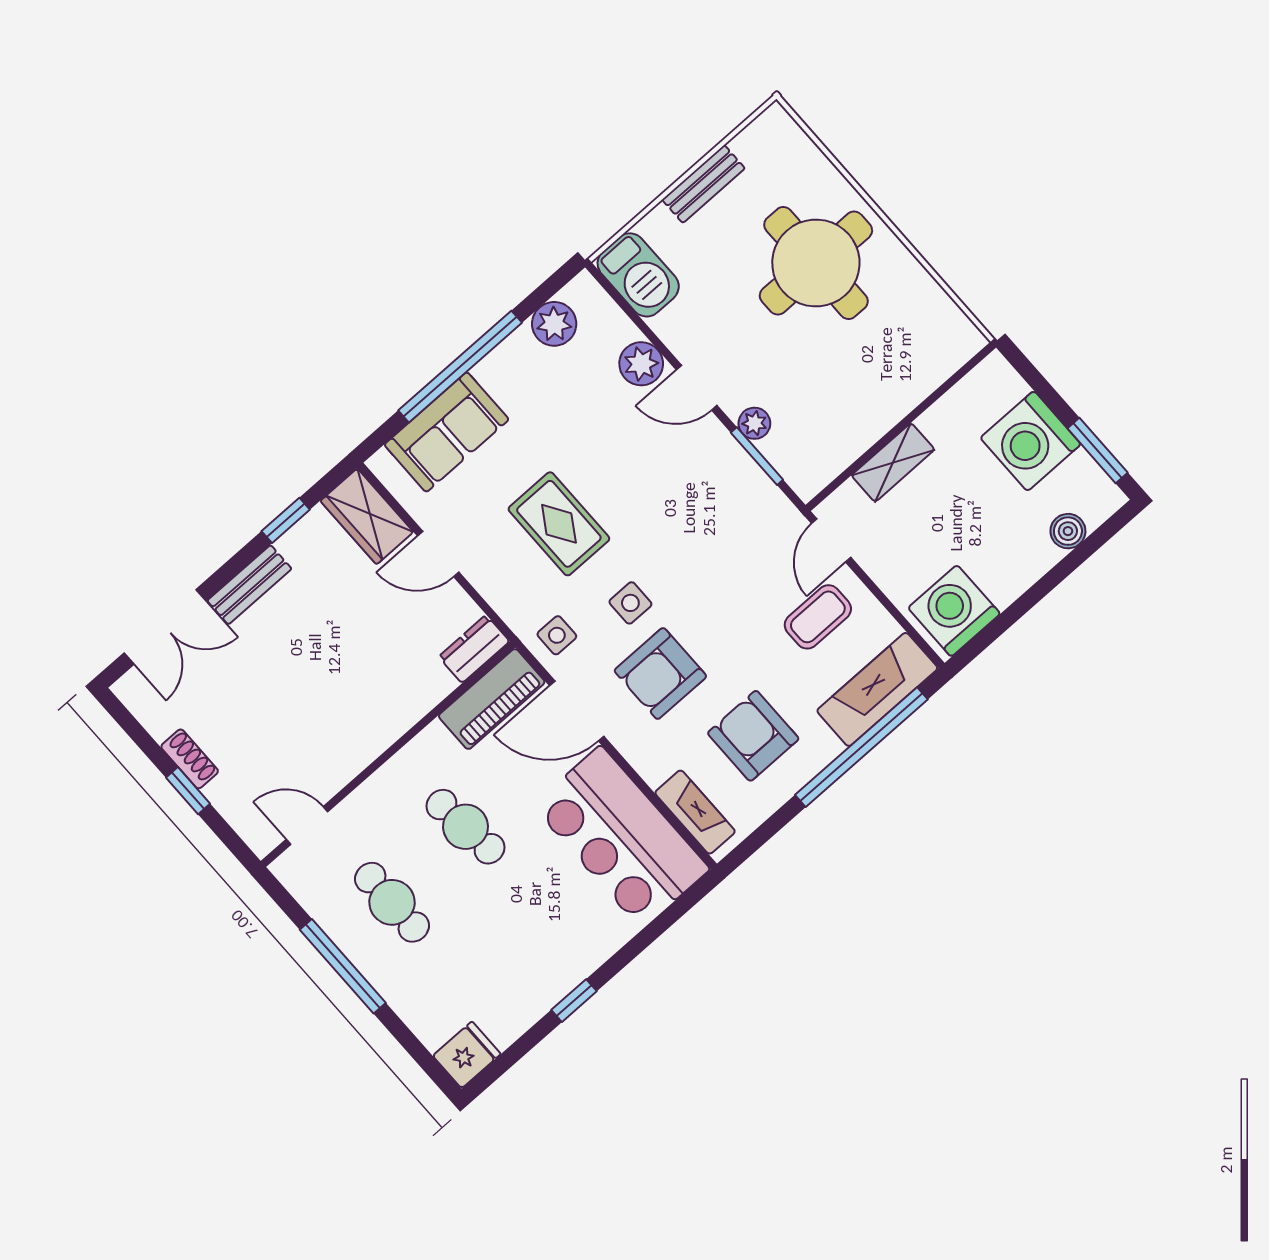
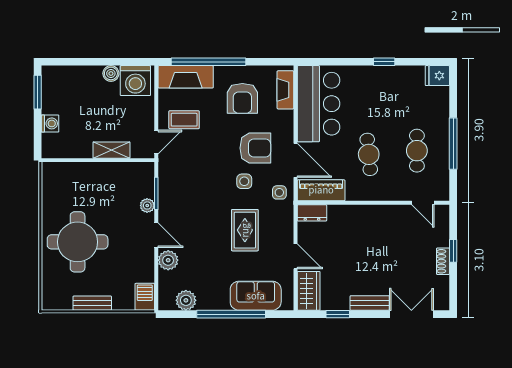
barbecue: (638, 275) -> (145, 297), width x0.73, depth x0.79
washing machine: (1031, 441) -> (50, 123), width x0.53, depth x0.53
boiler: (1068, 531) -> (111, 73), moved

